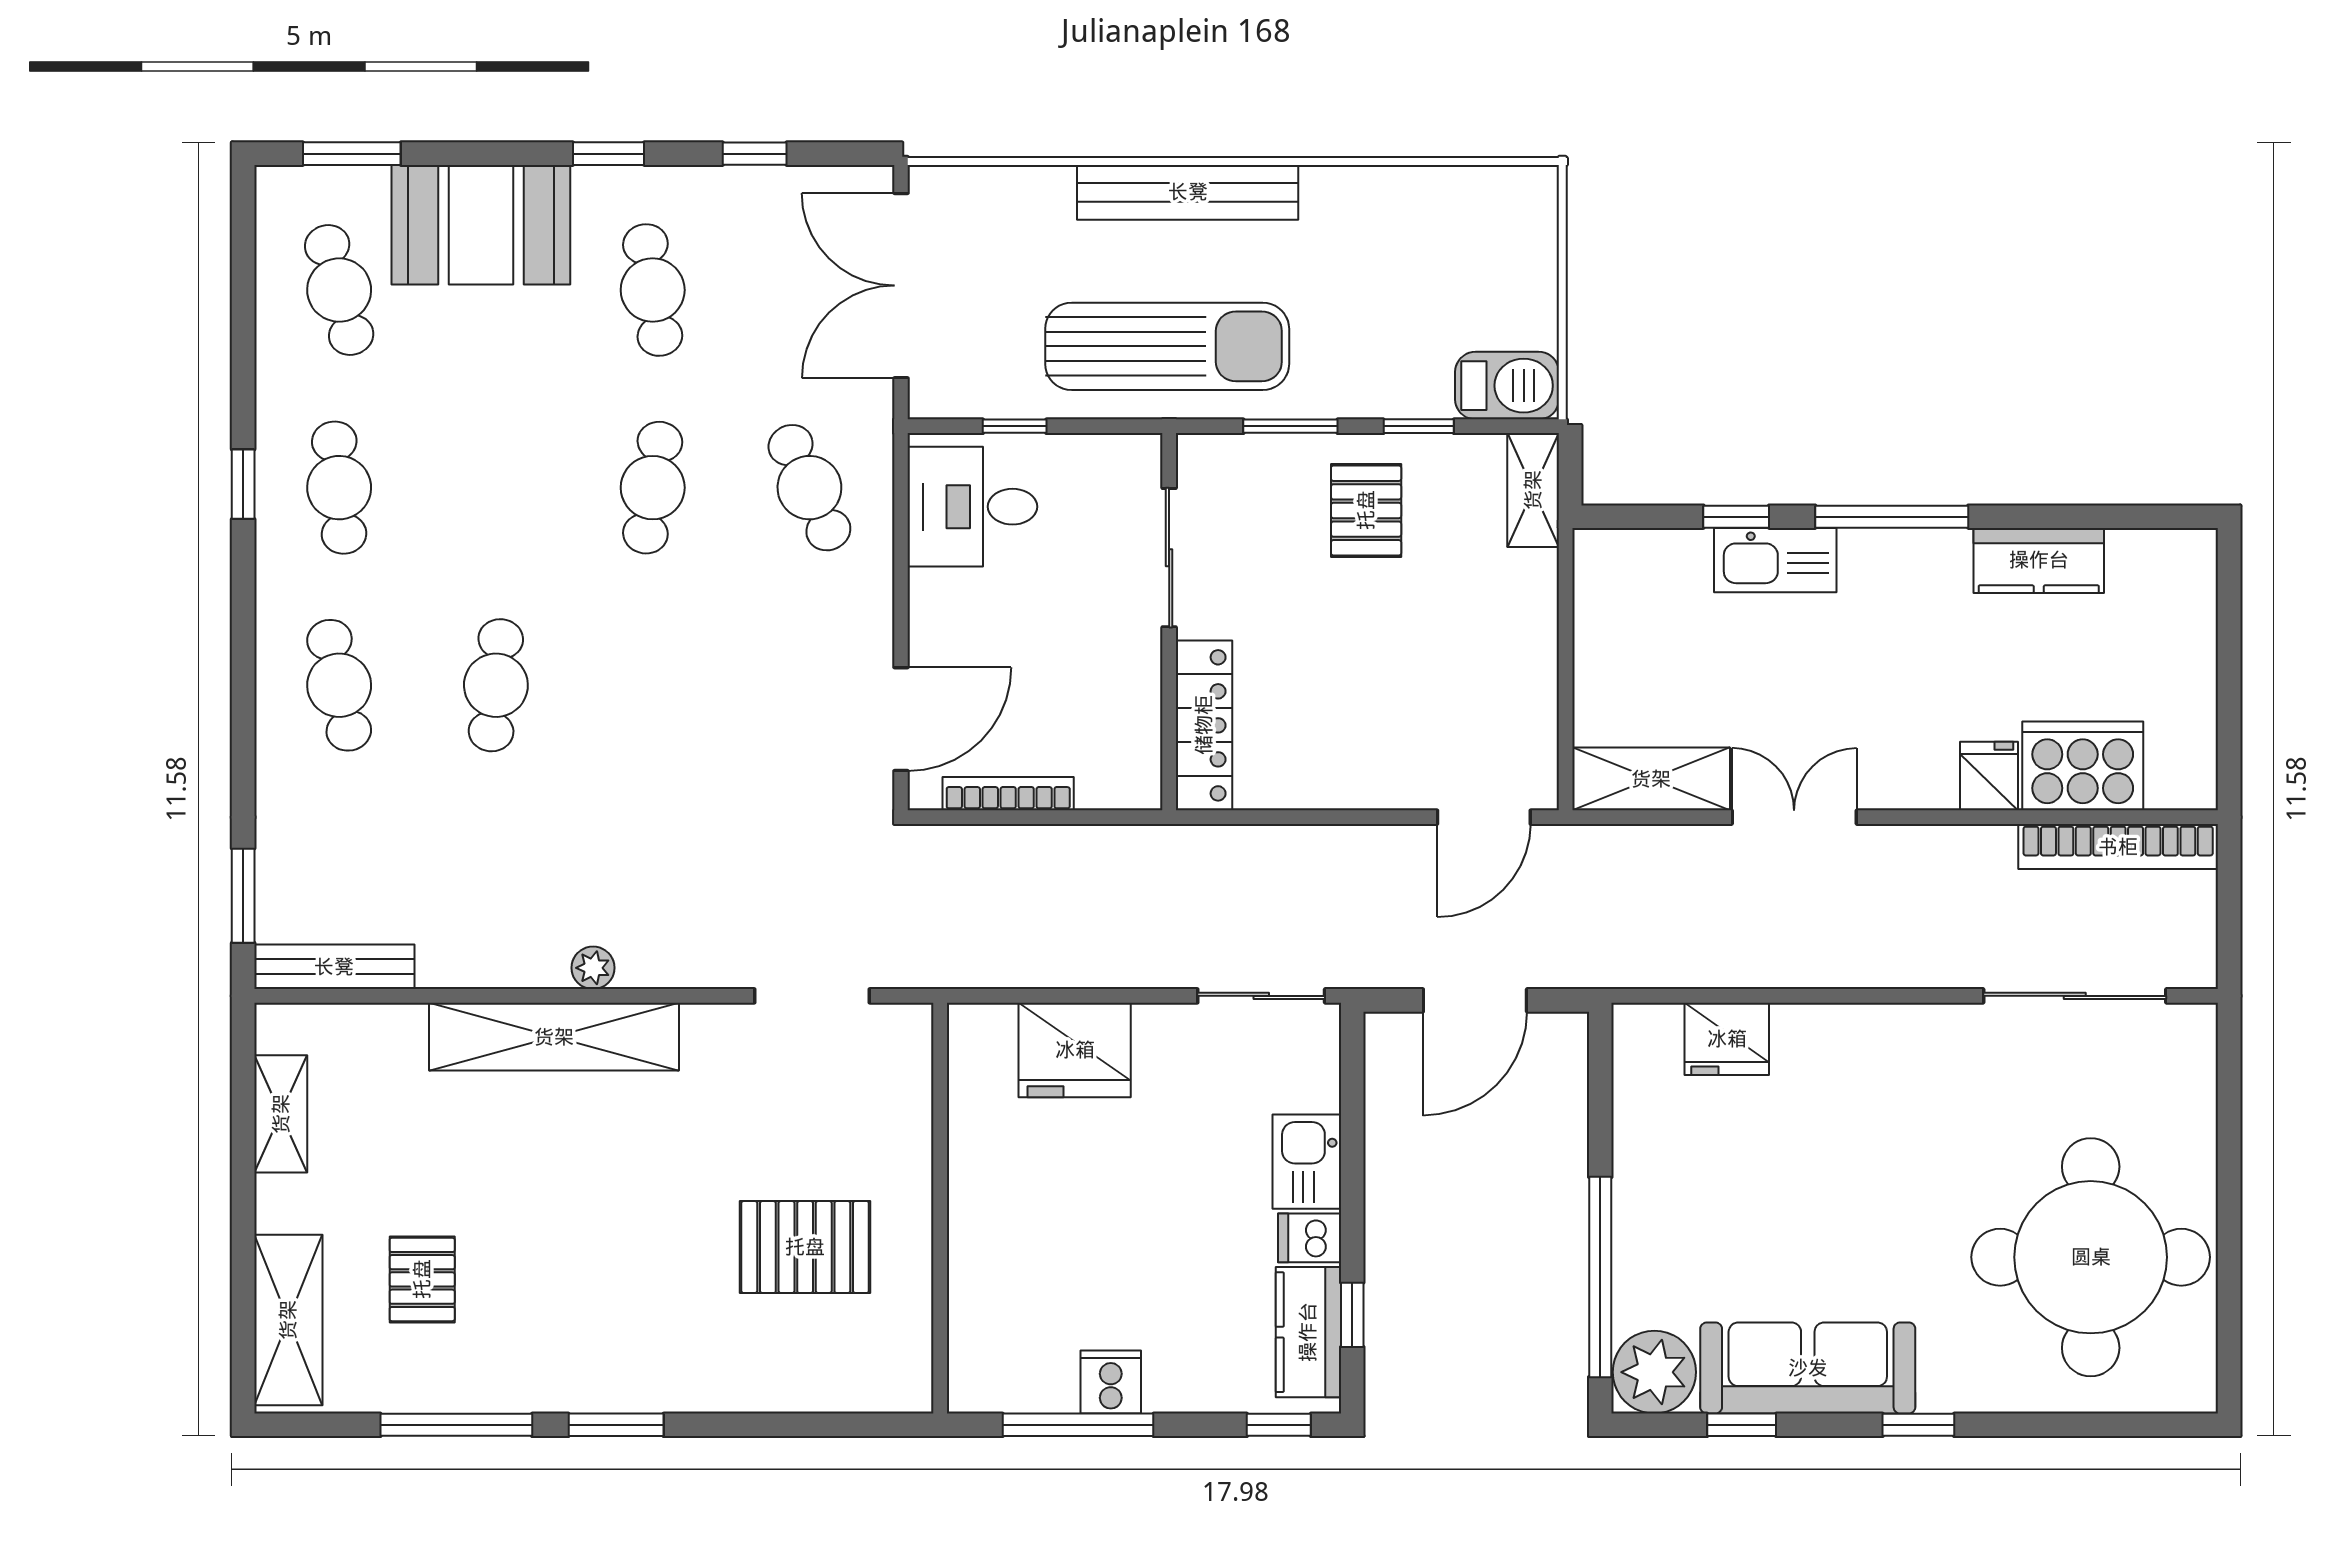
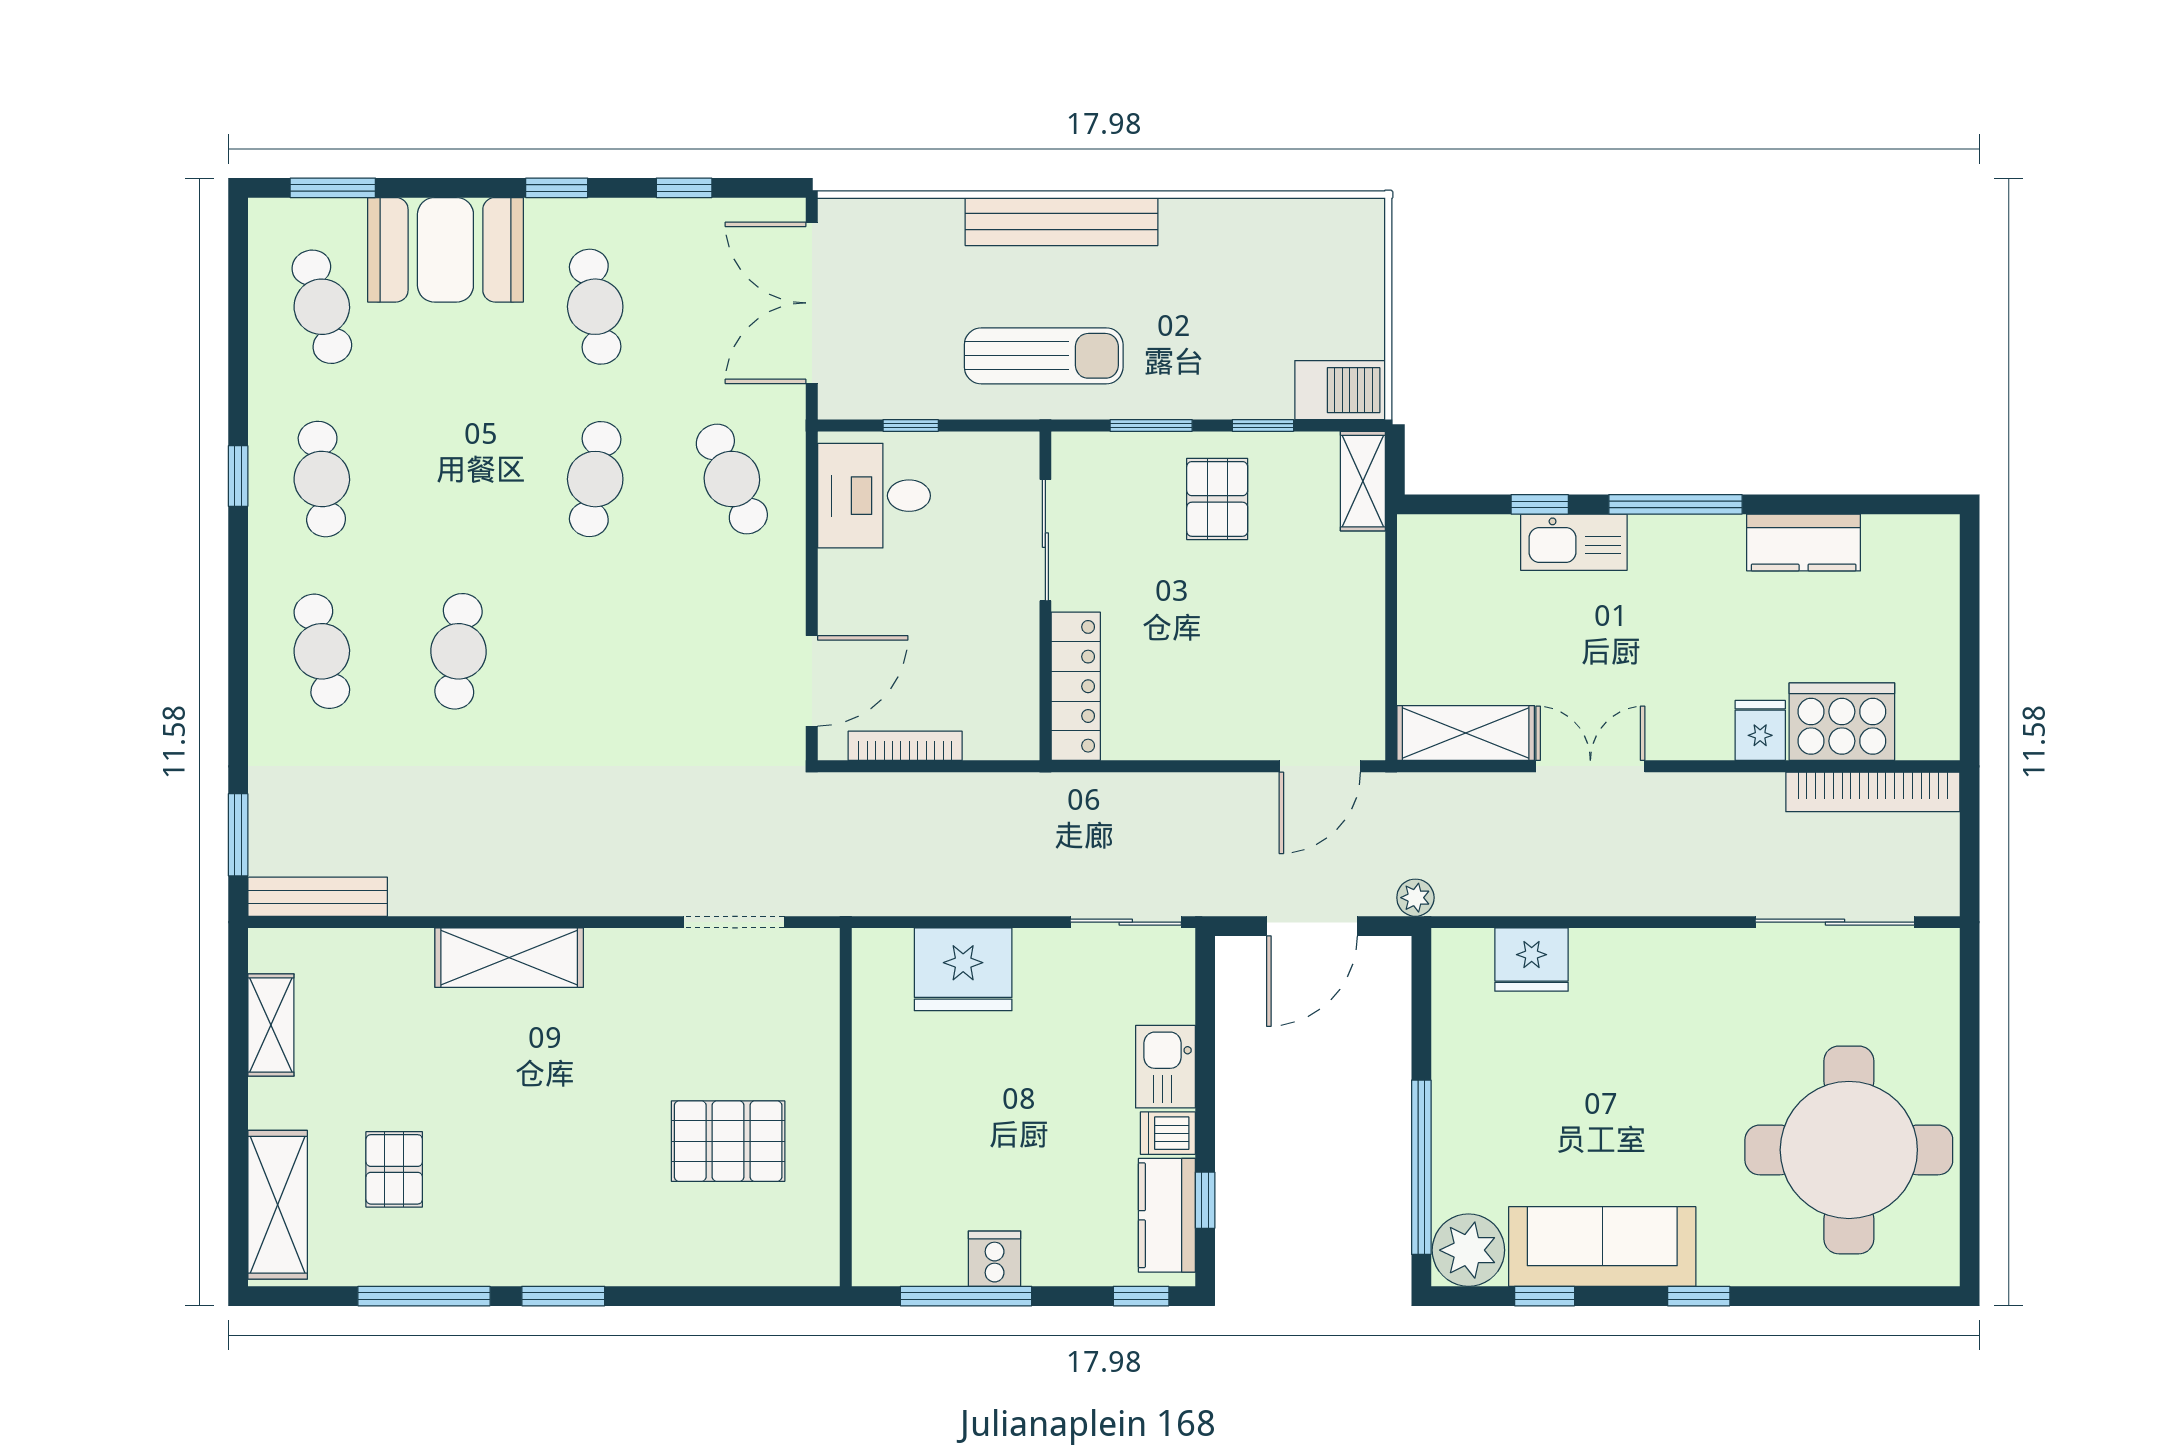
sun lounger: (1167, 346) -> (1044, 356), width x0.73, depth x0.75
plant: (593, 968) -> (1415, 898), moved
shelving: (554, 1037) -> (509, 958), width x0.68

